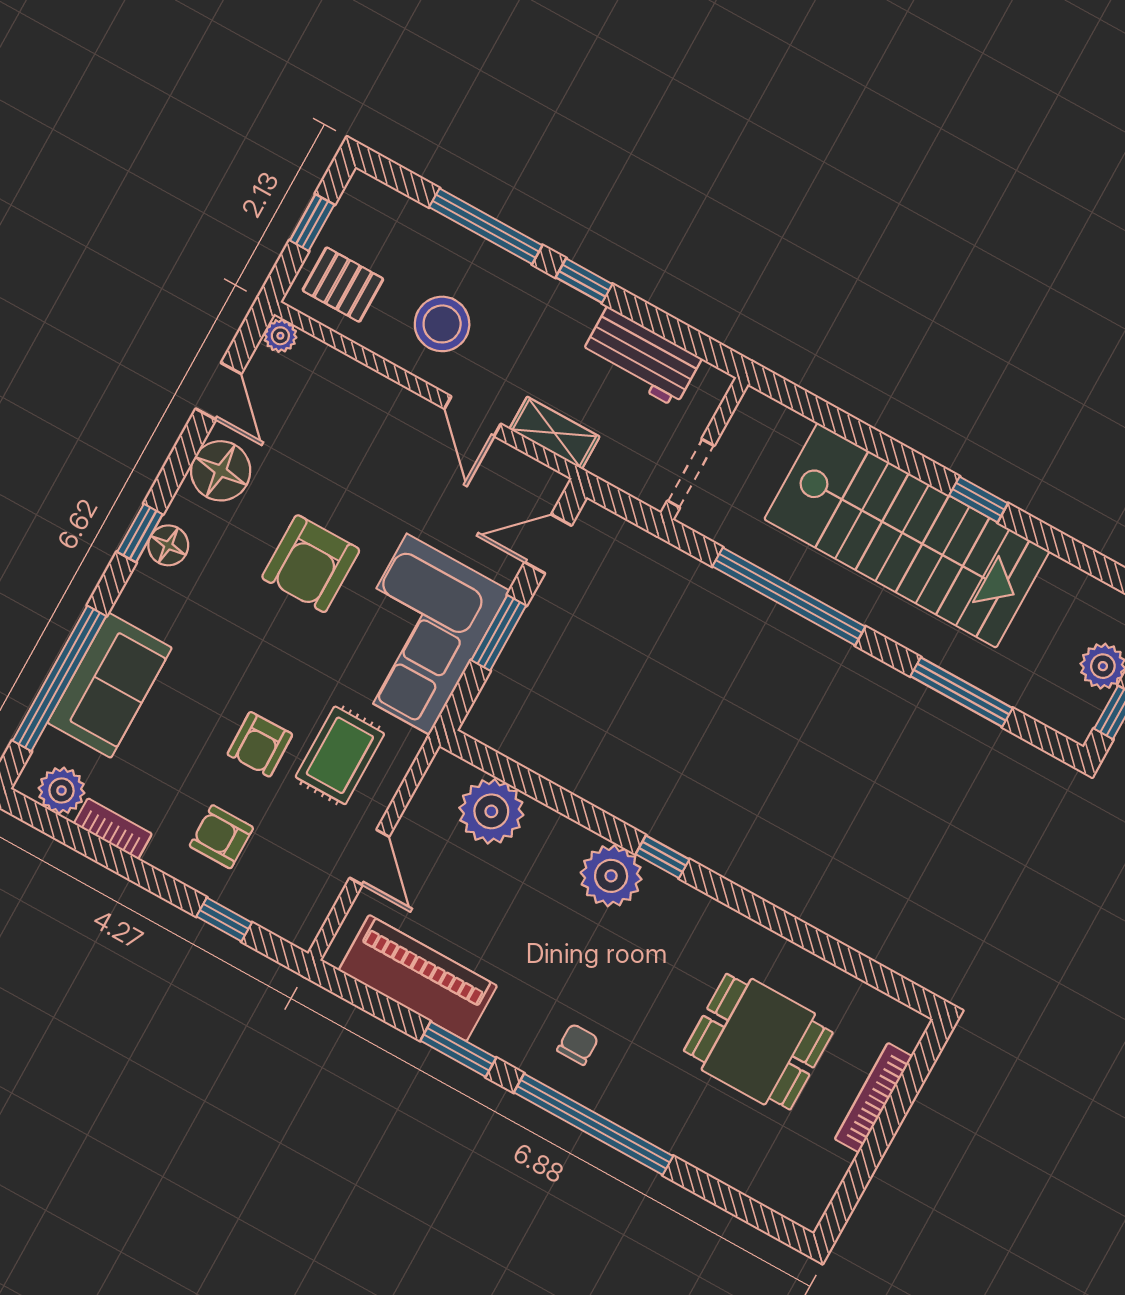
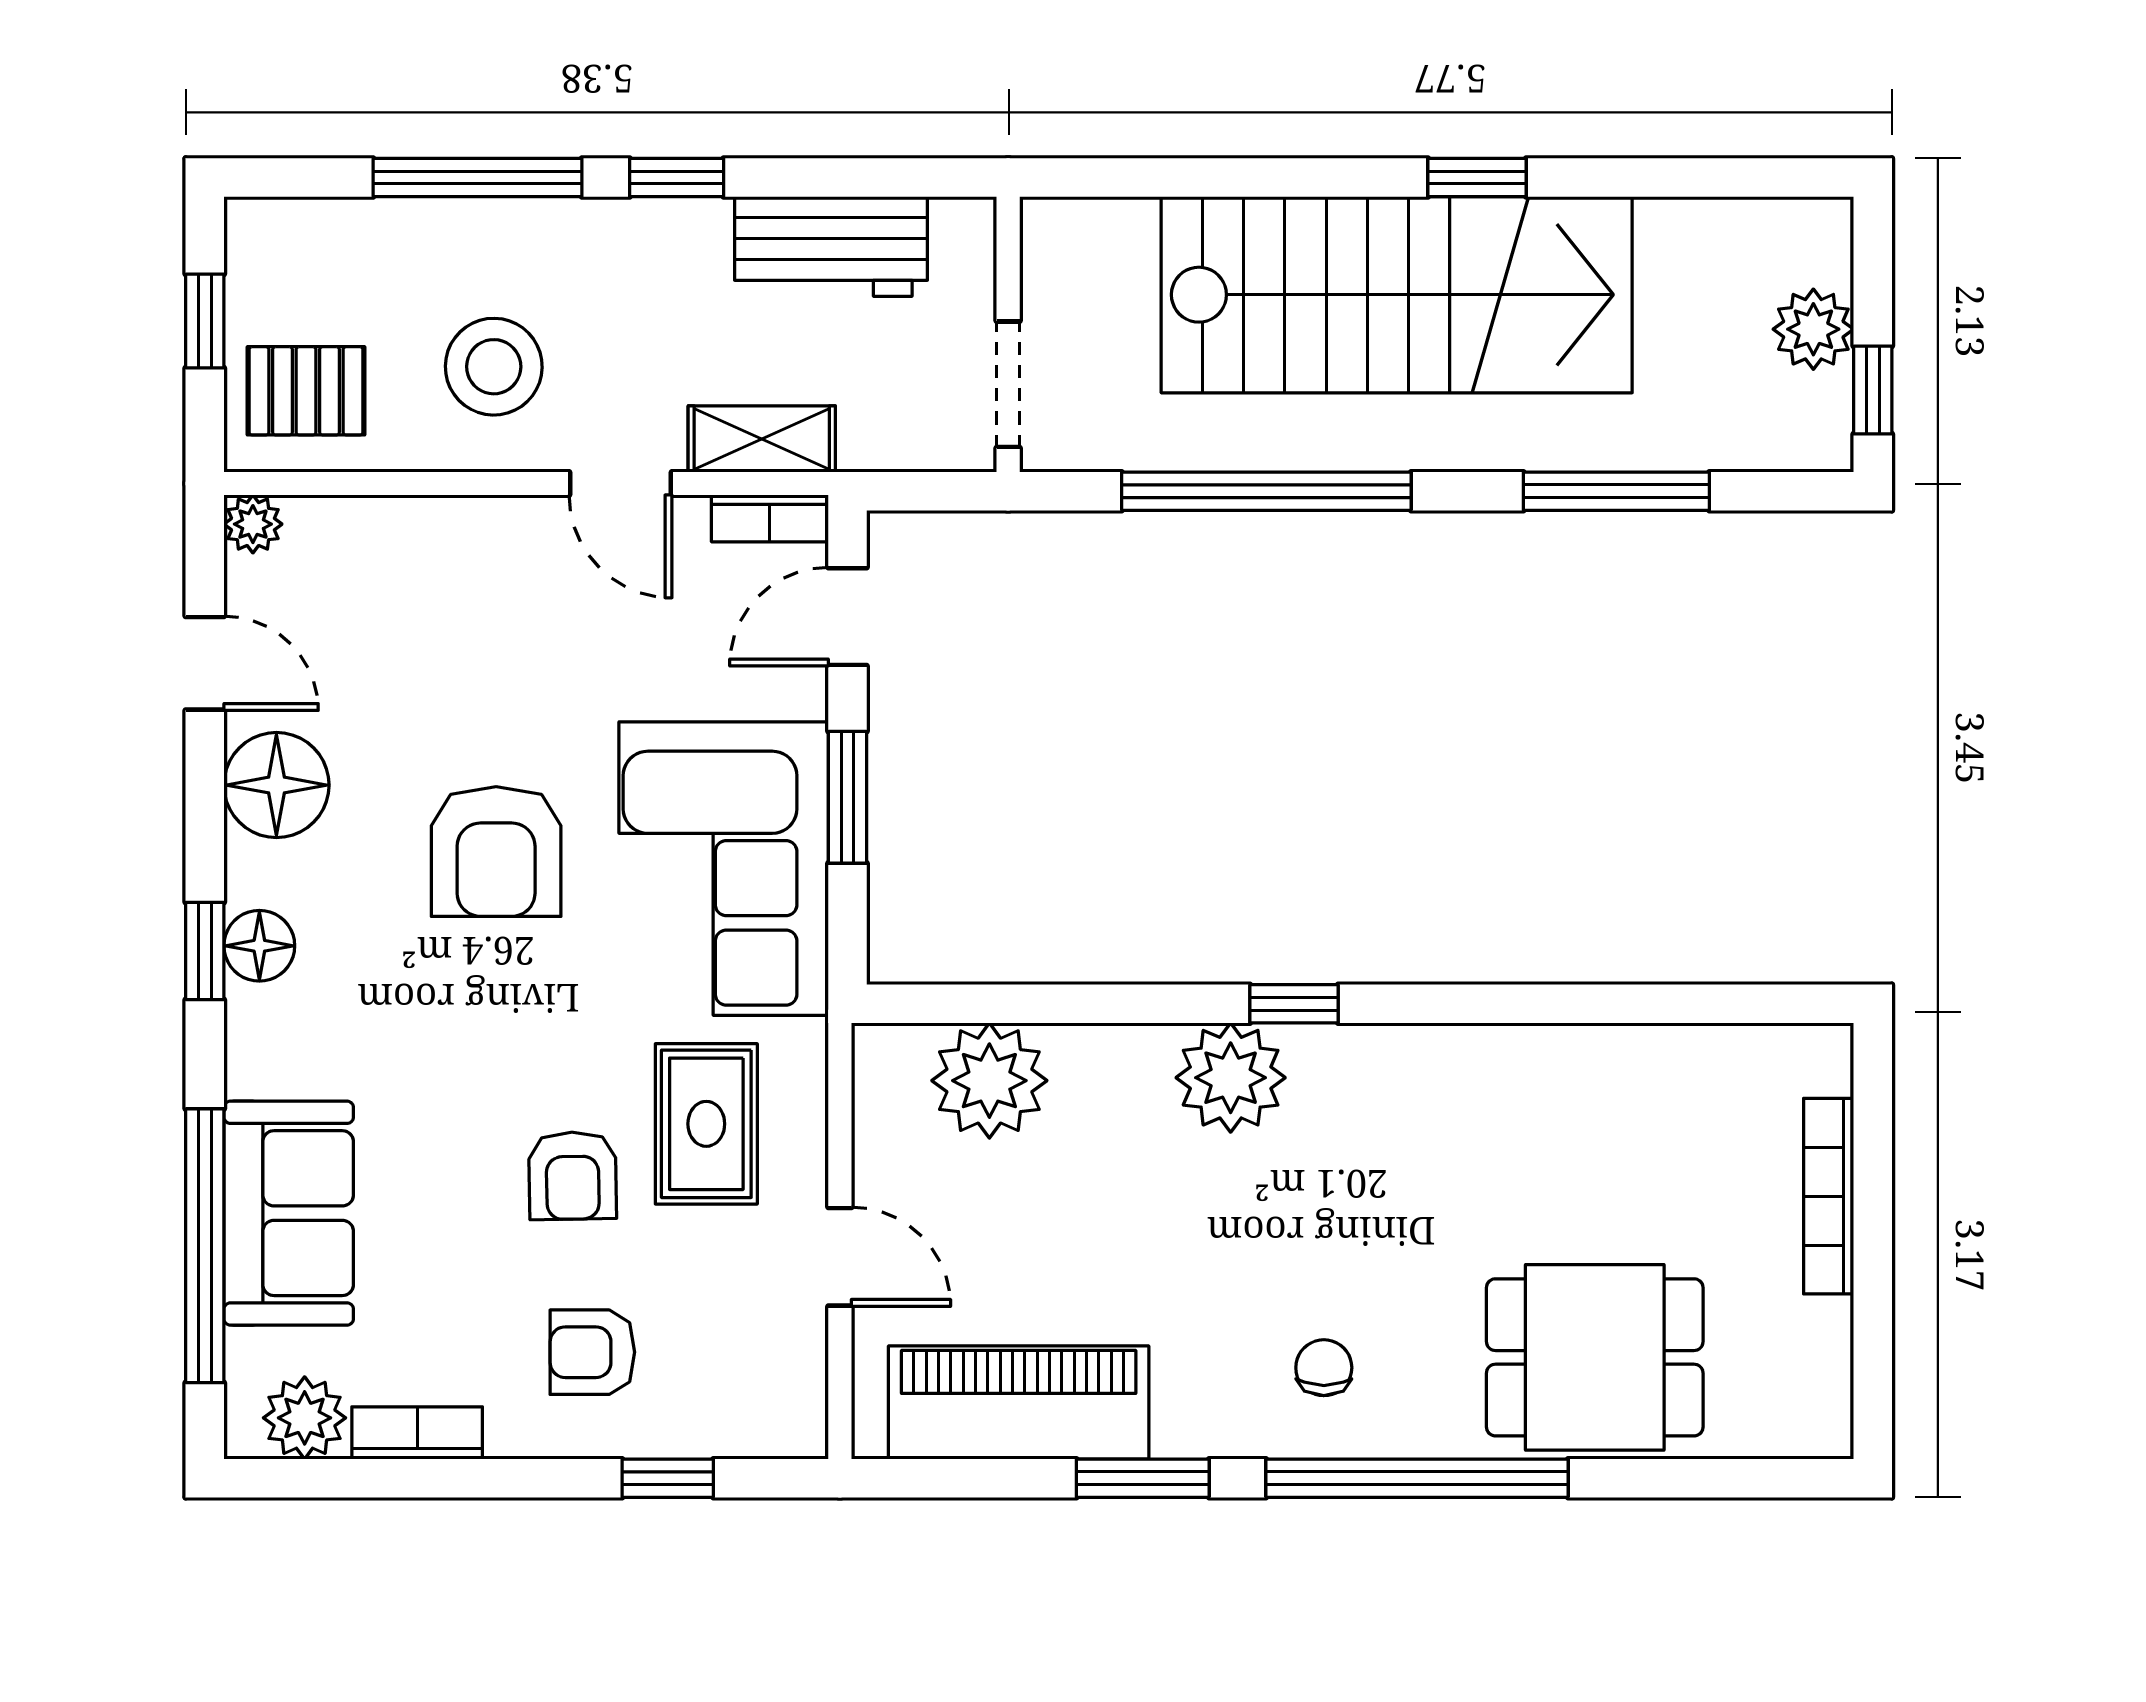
bookcase: (537, 474) -> (770, 518), added
dining table: (758, 1042) -> (1595, 1357), moved

